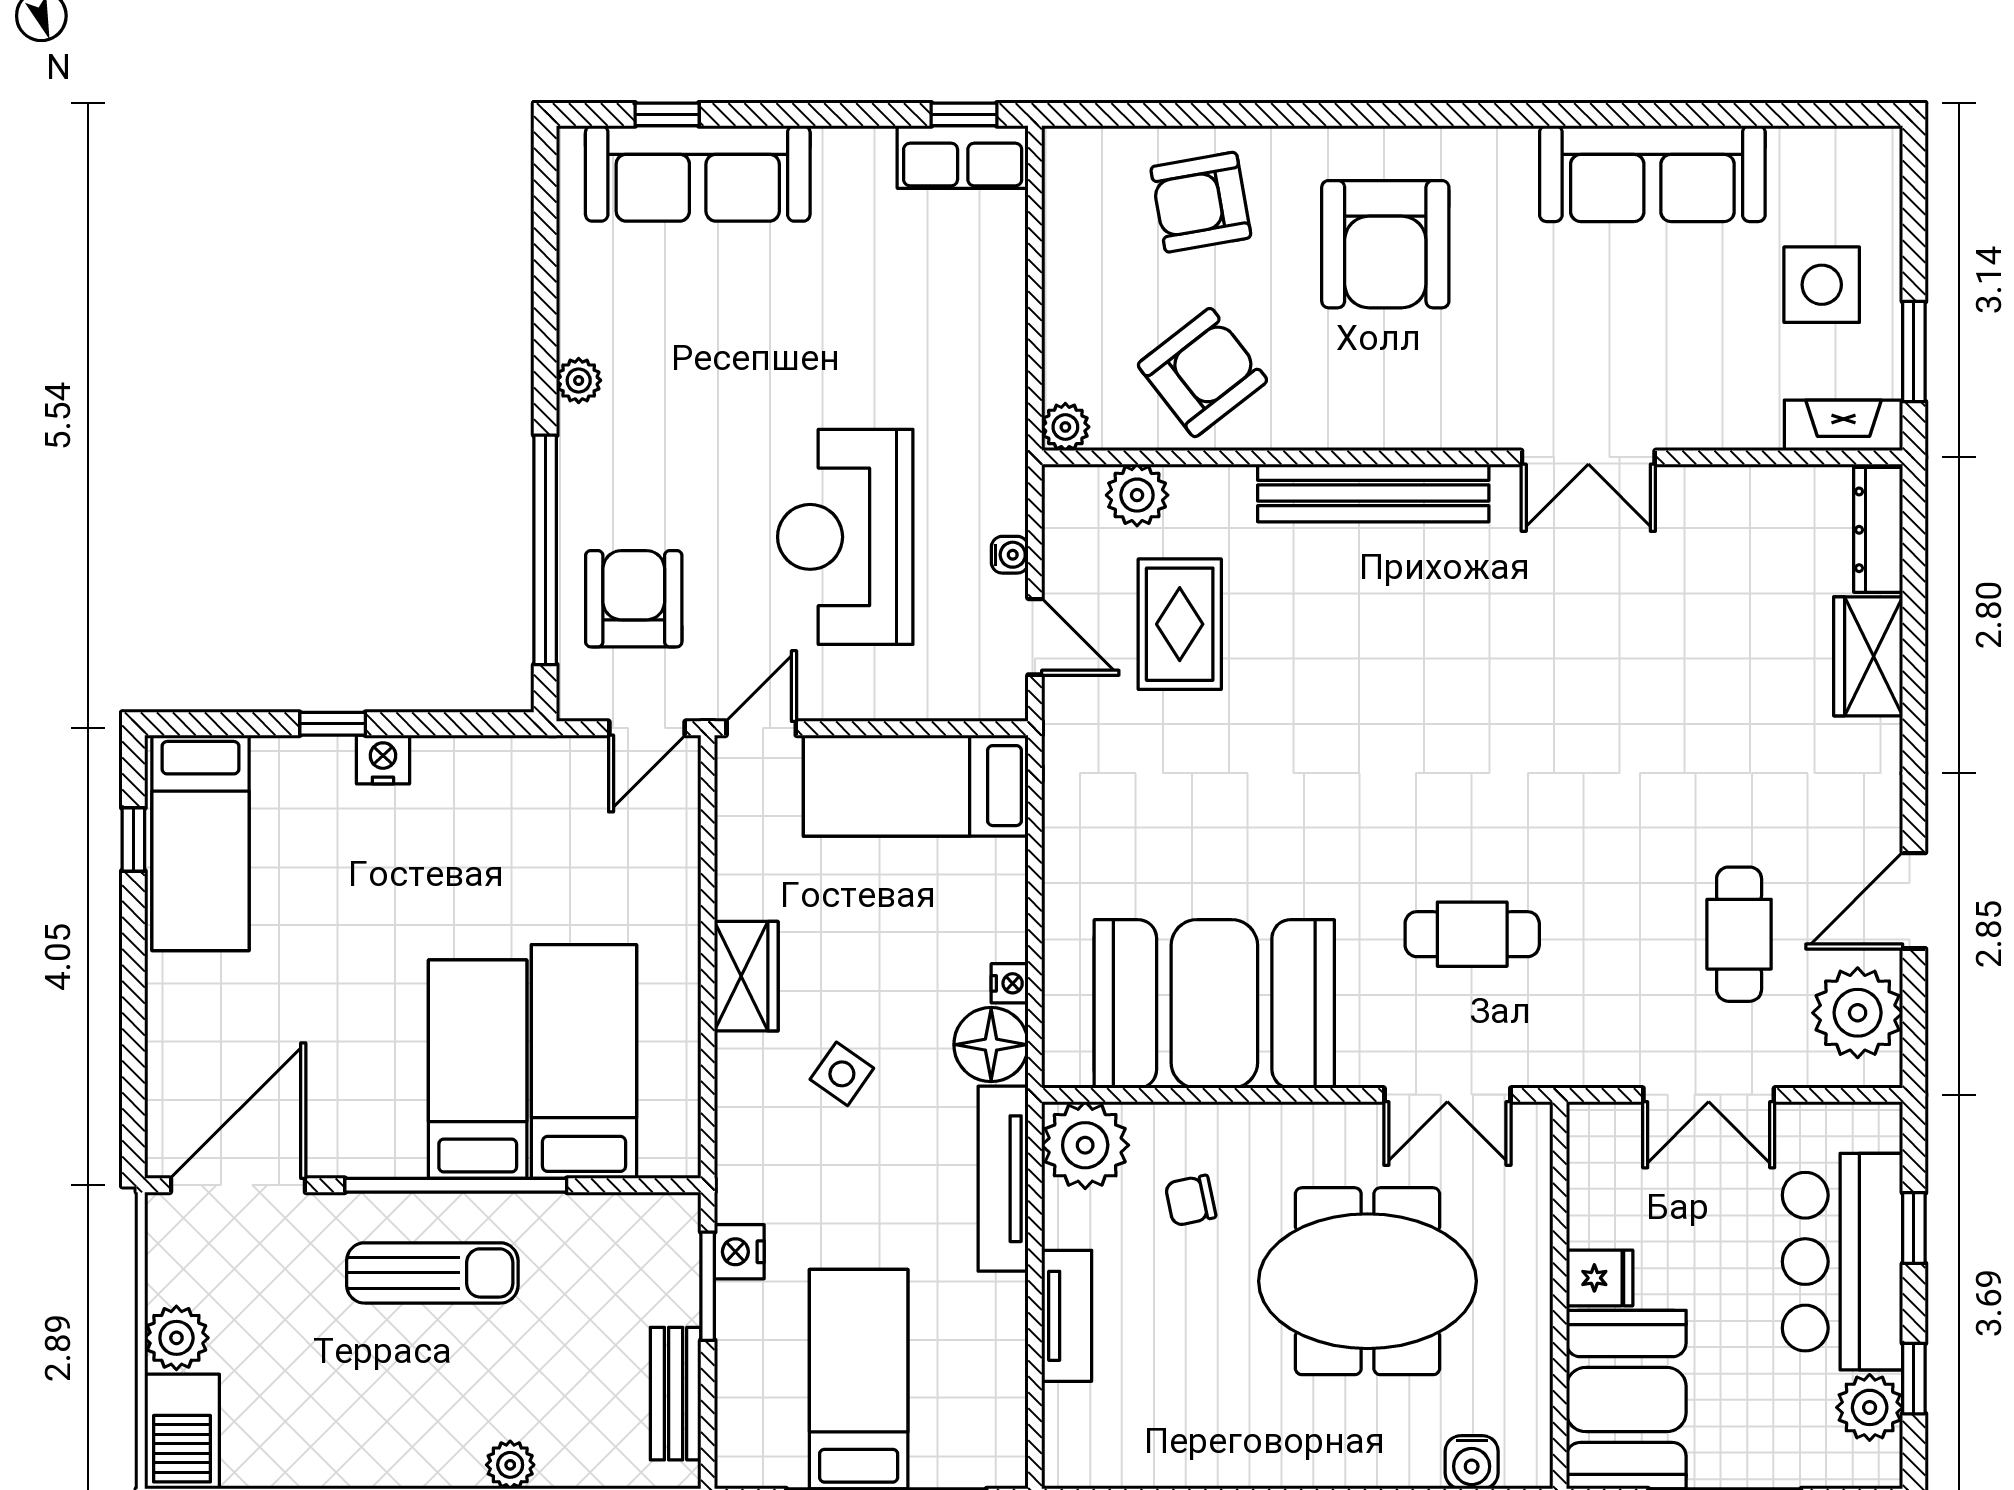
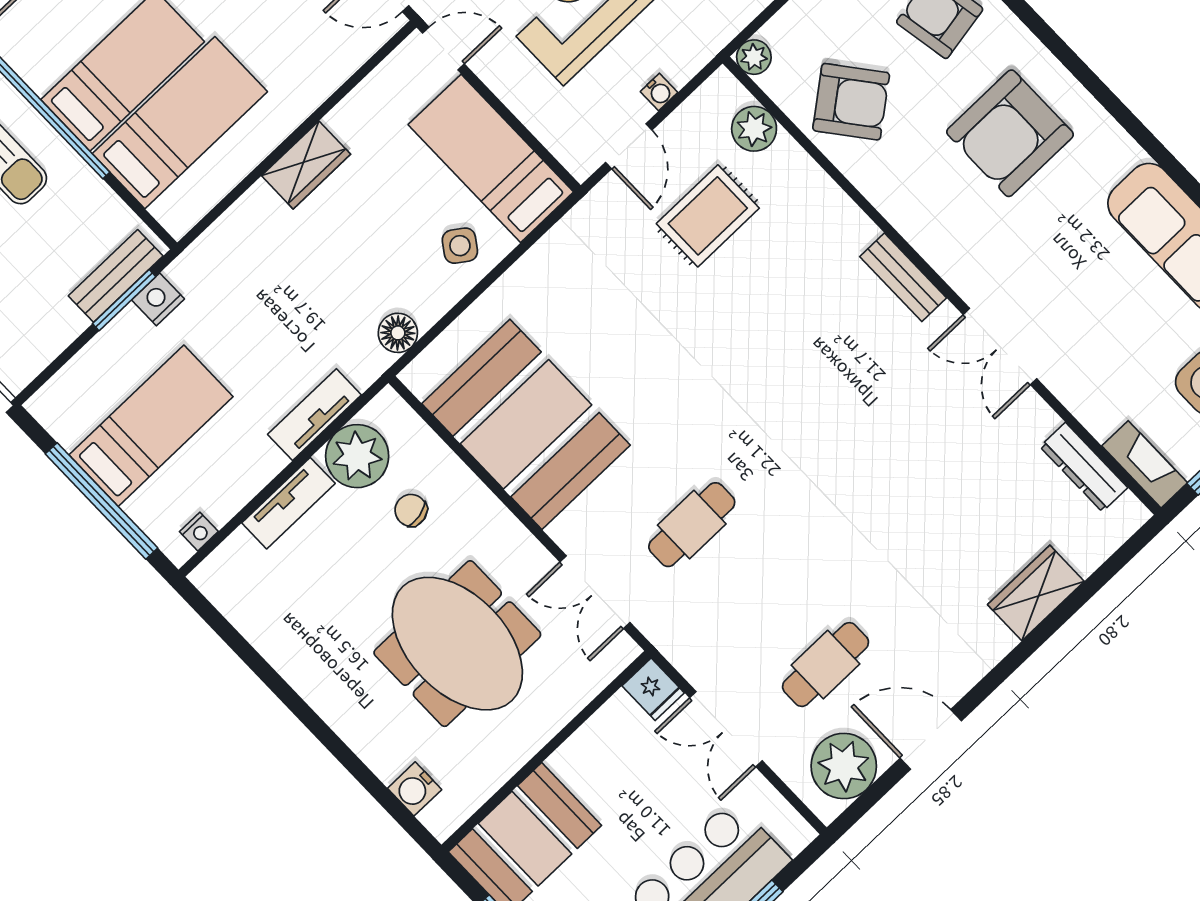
bench: (1373, 493) -> (903, 277), width x0.54, depth x0.82
dresser: (1878, 530) -> (1084, 467), moved, turned -90
cafe table: (1472, 934) -> (692, 525), turned 90
nightstand: (1010, 983) -> (199, 532), moved
floor lamp: (991, 1045) -> (398, 333), width x0.73, depth x0.73
side table: (842, 1074) -> (460, 246), moved
plant: (1085, 1145) -> (357, 456), moved
tv unit: (1003, 1179) -> (314, 415), width x0.71
fridge: (1600, 1278) -> (653, 689), moved
bench: (676, 1394) -> (116, 276), moved

